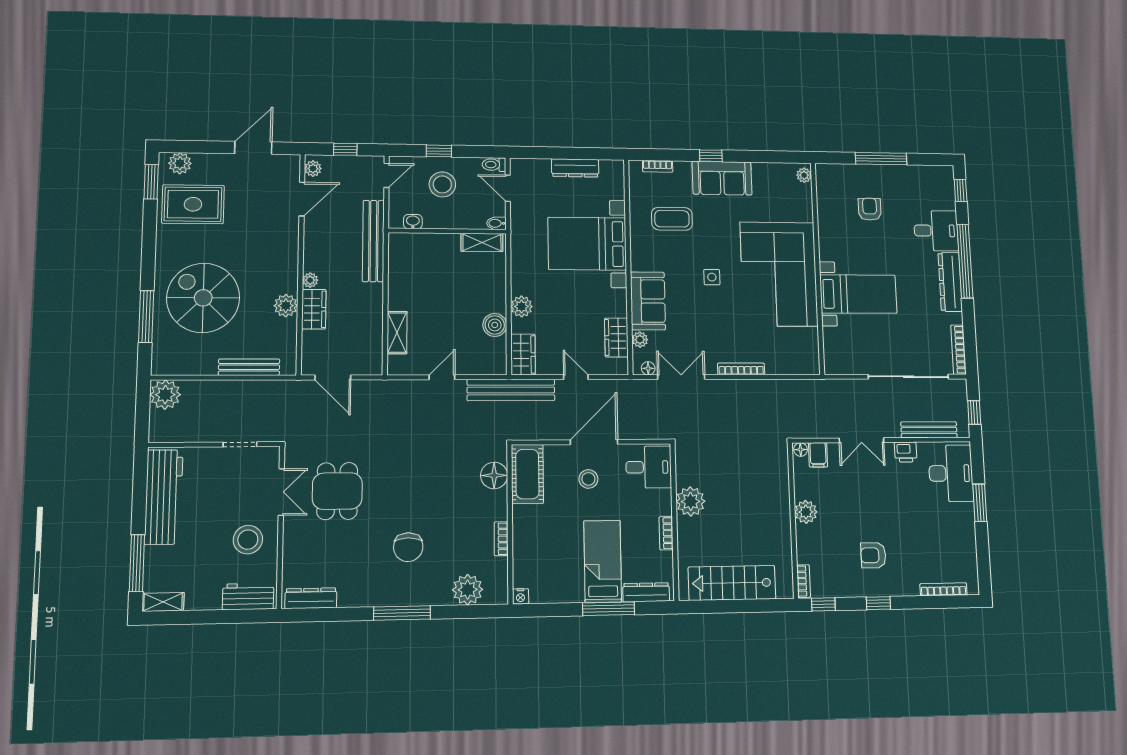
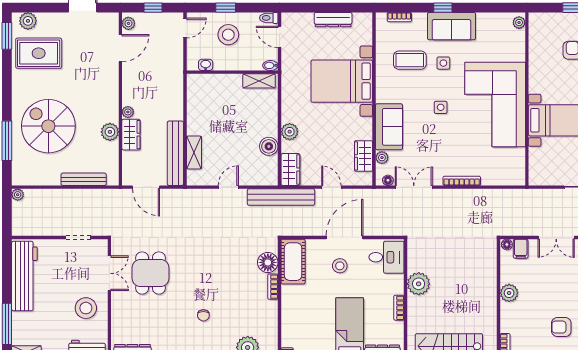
side table: (714, 223) -> (443, 63), added
bench: (373, 241) -> (175, 153), moved
plant: (165, 395) -> (18, 195), width x0.53, depth x0.53
bookcase: (501, 539) -> (273, 287), moved
chair: (408, 547) -> (203, 315), width x0.54, depth x0.54

